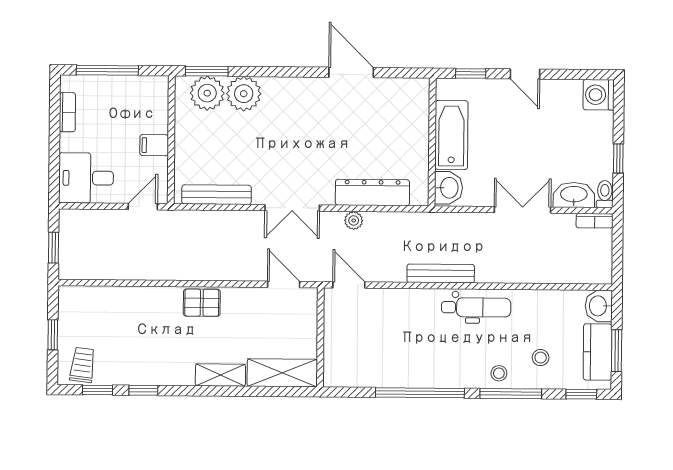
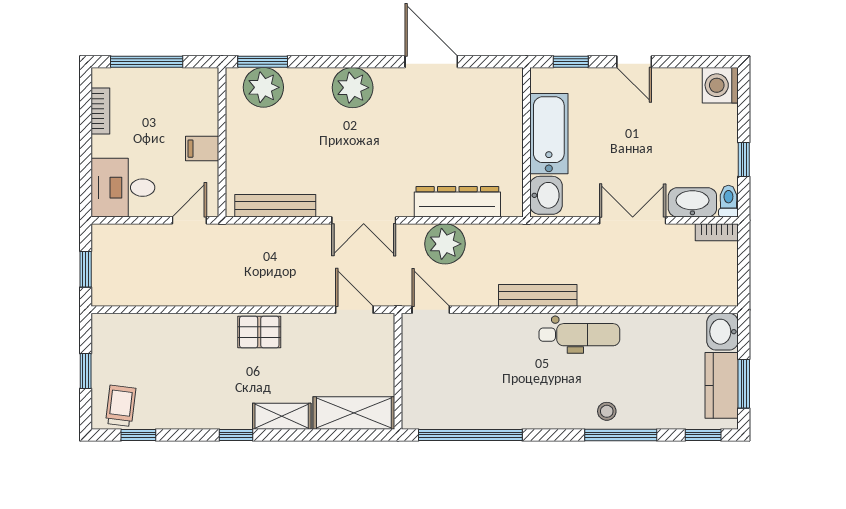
plant: (244, 94) -> (353, 88), moved
plant: (354, 220) -> (445, 244), width x1.87, depth x1.87
stool: (541, 358) -> (655, 393), removed
window: (143, 390) -> (236, 435), moved
window: (420, 393) -> (470, 435), moved

